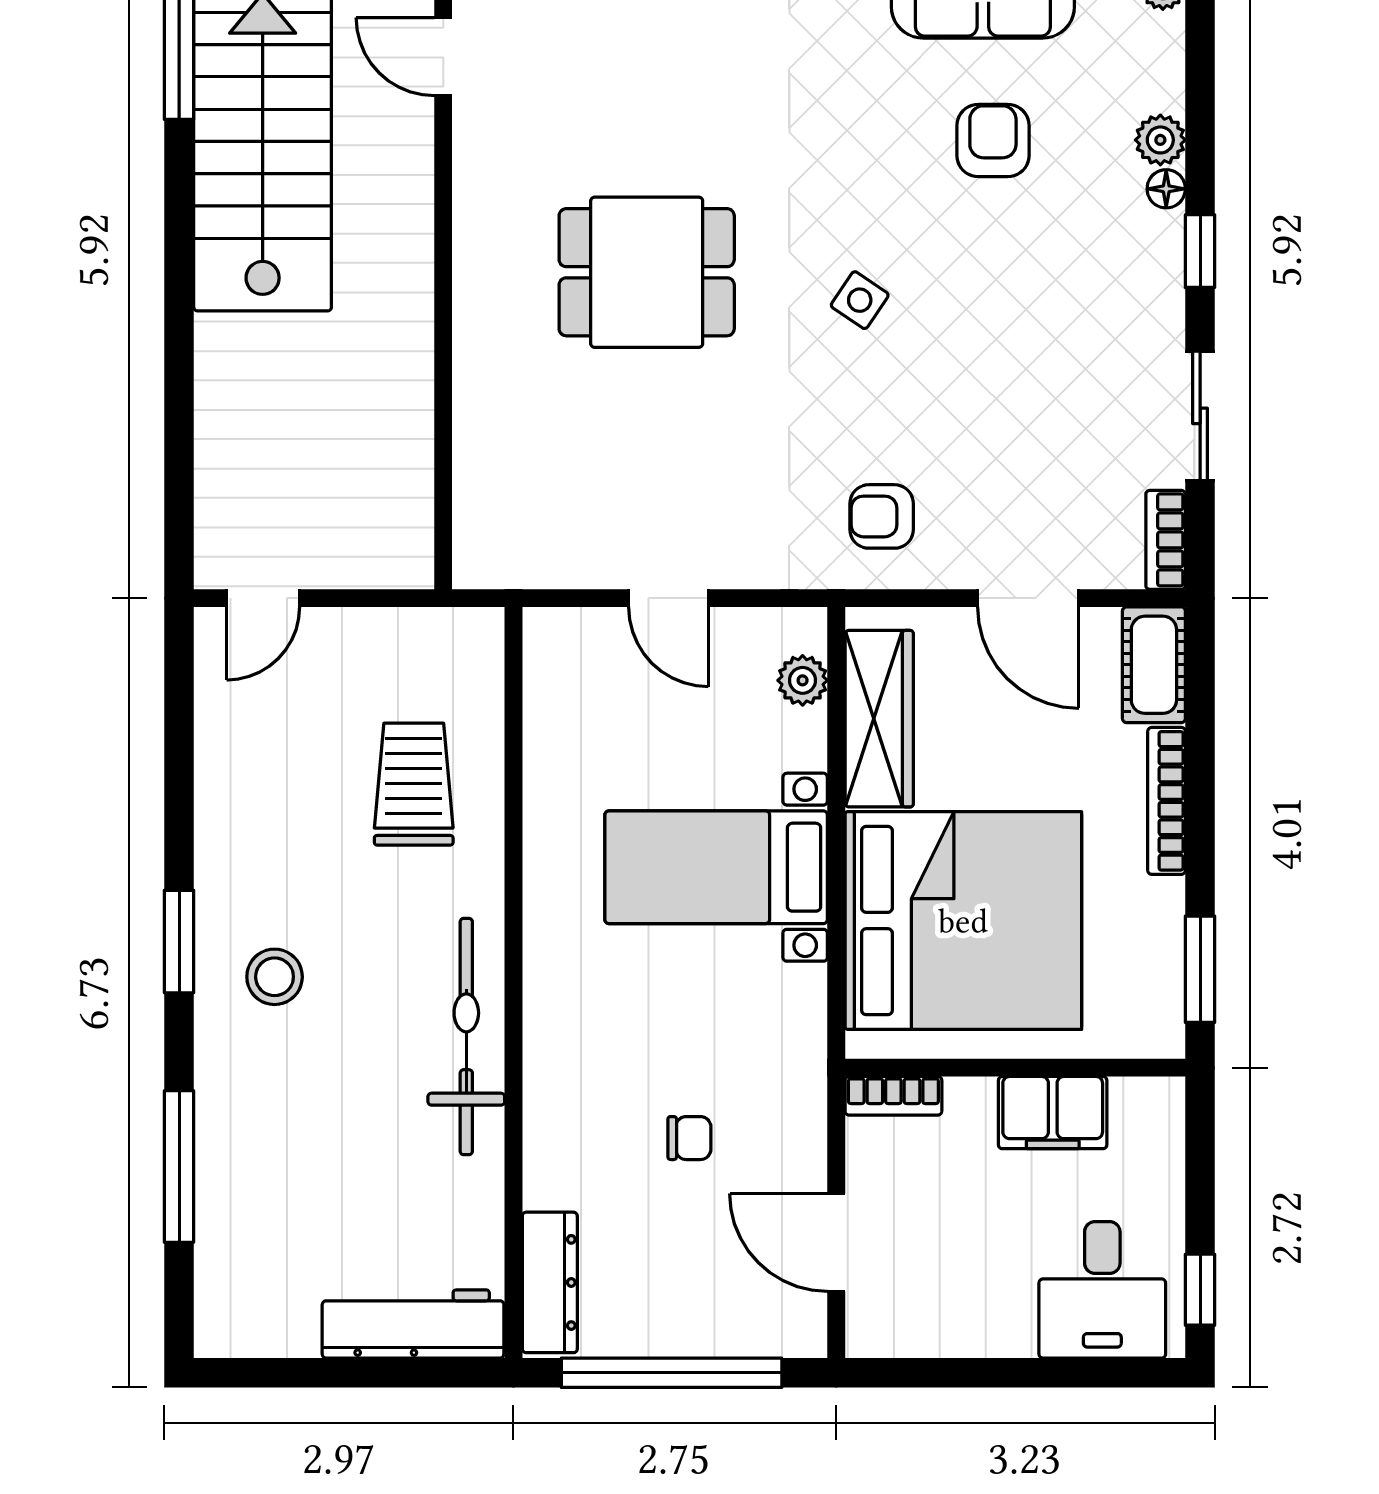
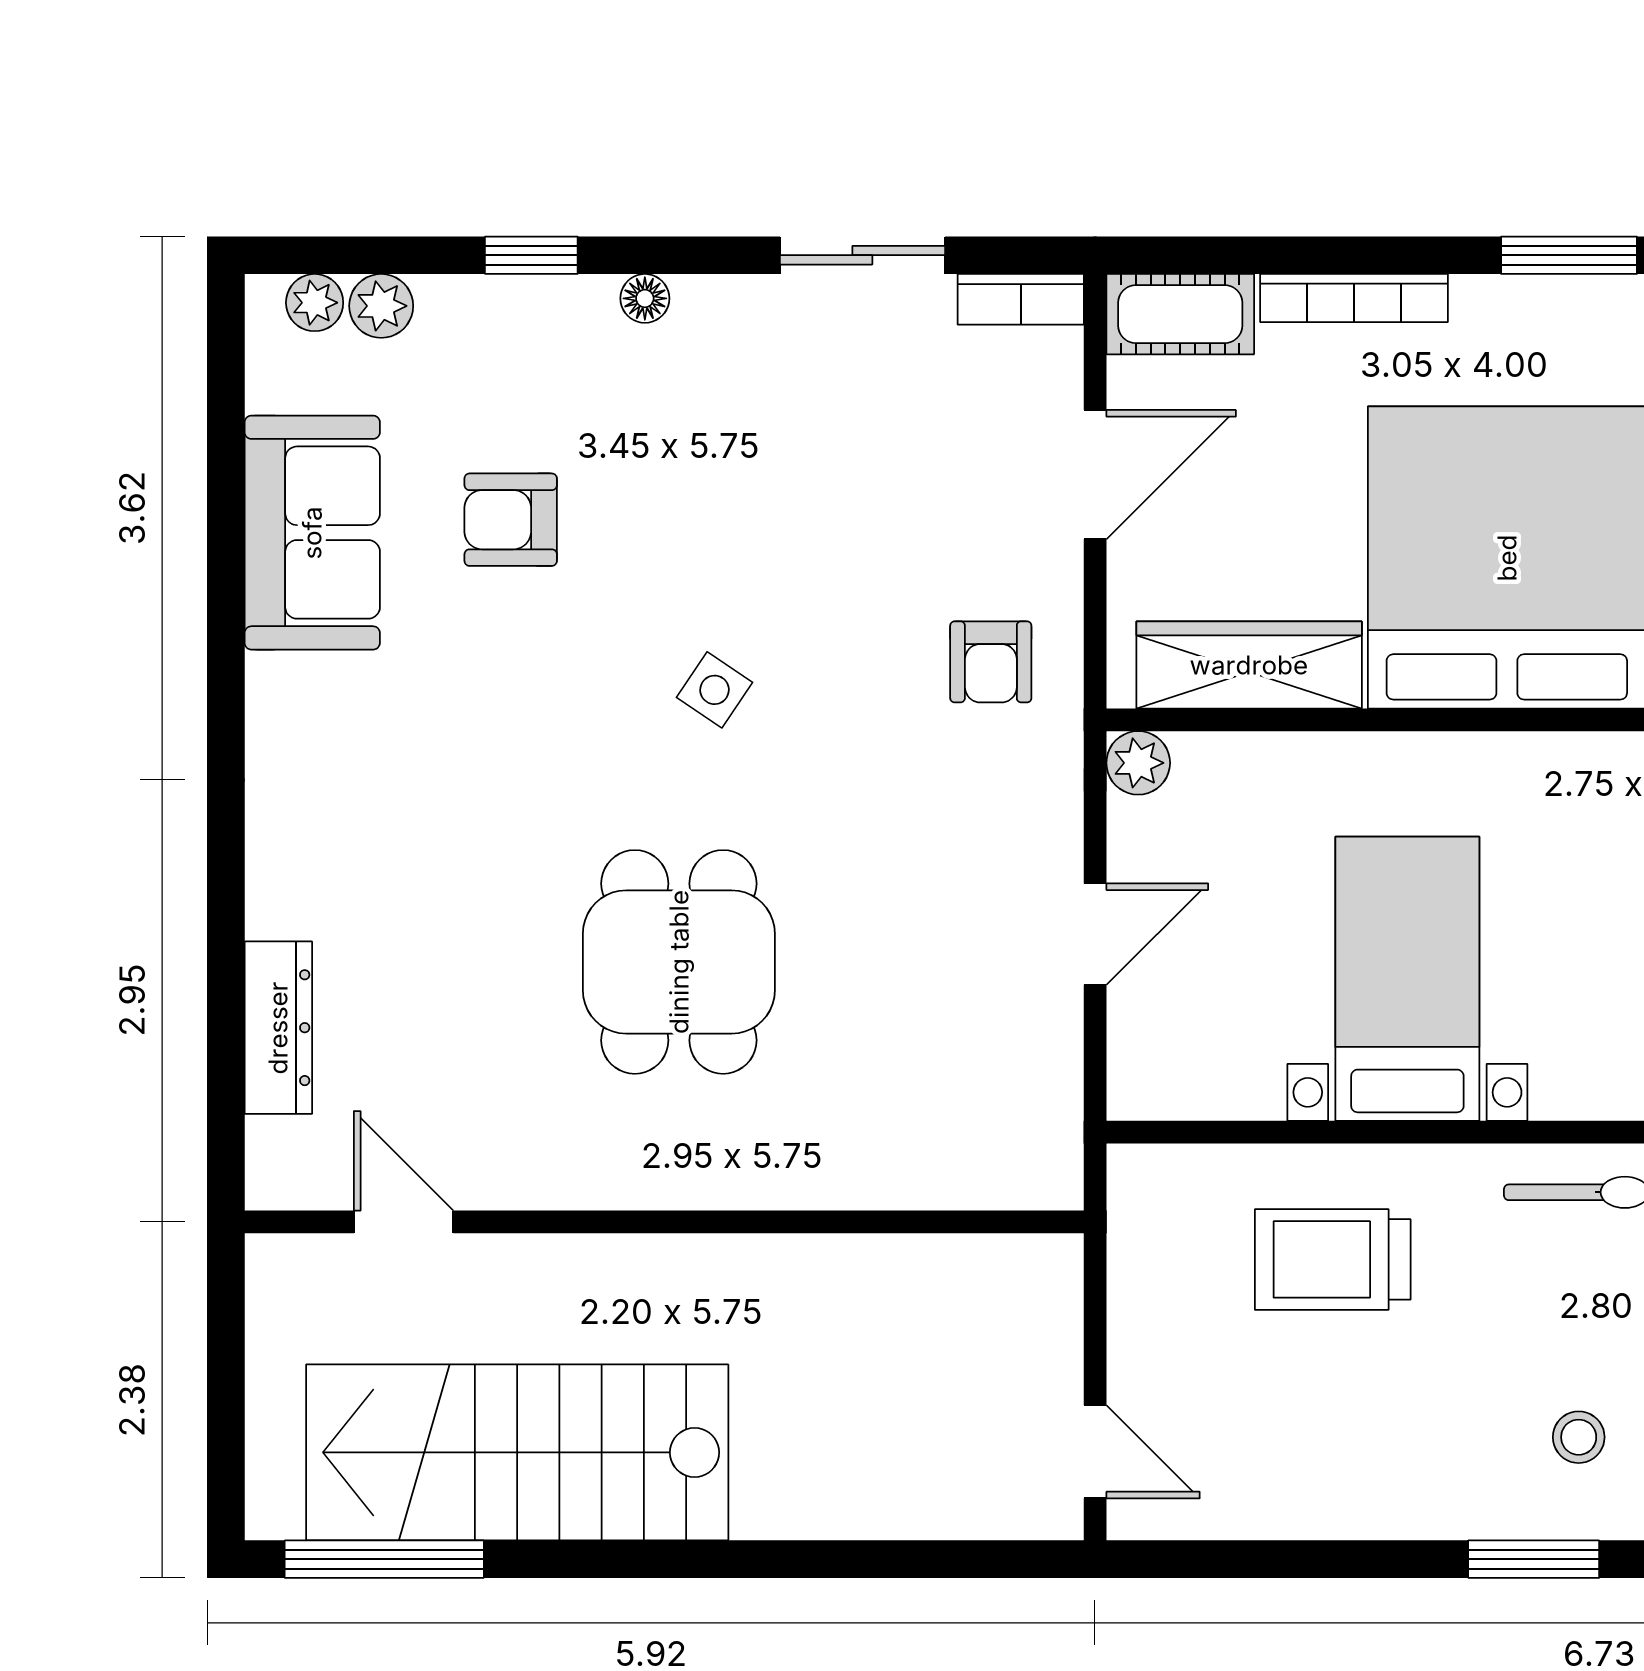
door: (443, 57) -> (404, 1222), swing flipped
plant: (1160, 140) -> (381, 306), moved
floor lamp: (1166, 189) -> (645, 298), moved
window: (1200, 251) -> (531, 255), moved
plant: (803, 680) -> (1138, 763), moved
bed with nightstands: (716, 867) -> (1407, 979), moved, turned 180
stool: (275, 977) -> (1579, 1437), width x0.73, depth x0.73

